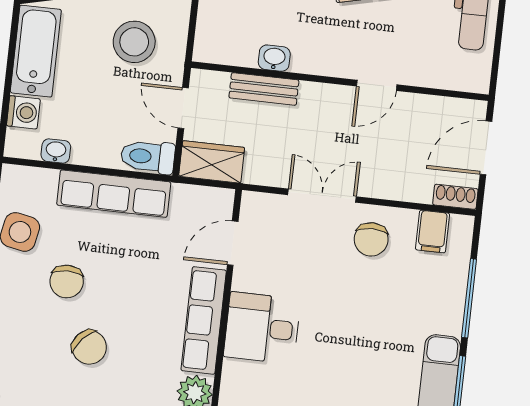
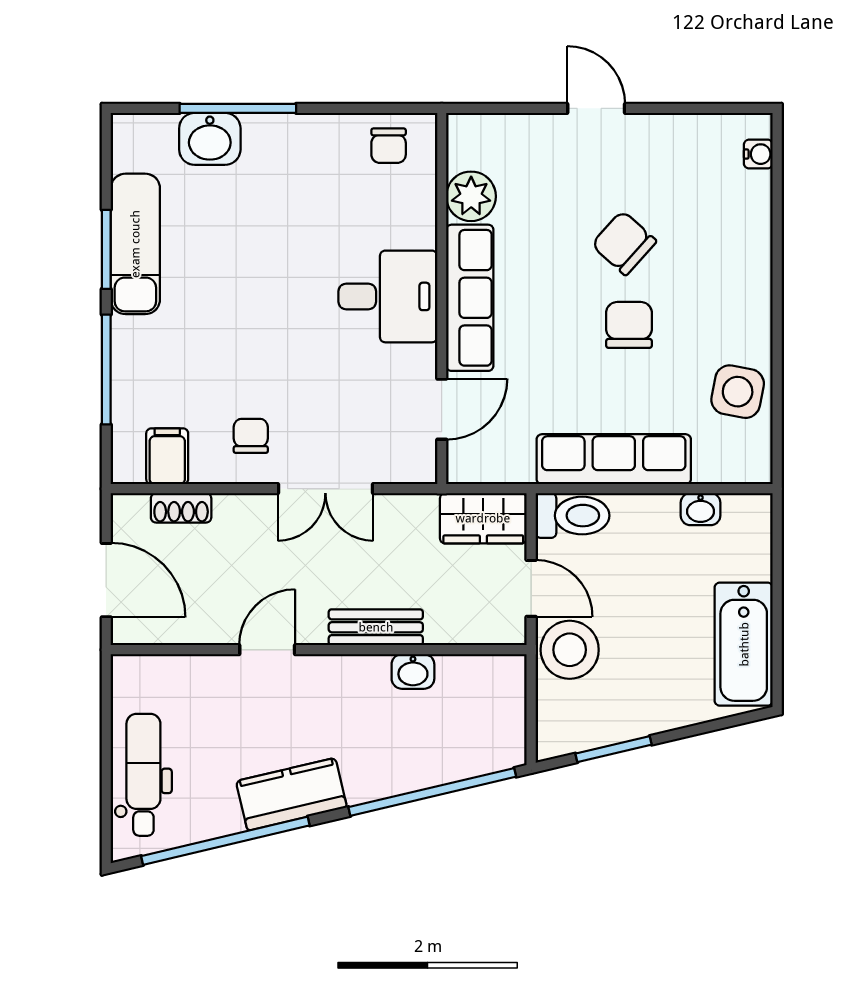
stool: (134, 42) -> (570, 650), moved
bench: (264, 89) -> (376, 627), moved
washing machine: (23, 112) -> (751, 558), removed
door: (486, 148) -> (106, 580), hinge flipped
shoe rack: (455, 197) -> (181, 508), moved
chair: (371, 239) -> (251, 436), width x0.73, depth x0.73
chair: (67, 281) -> (629, 325), moved

